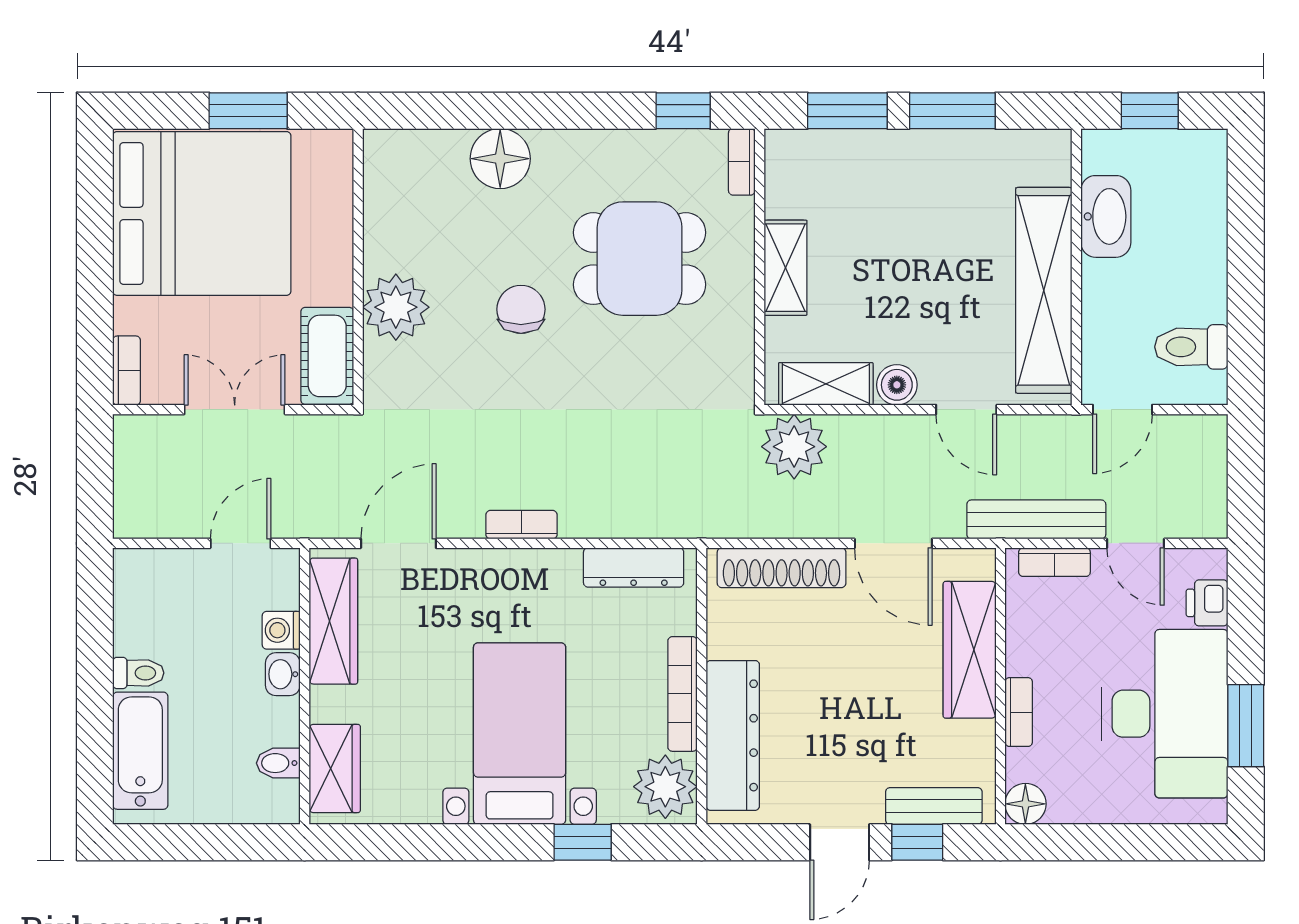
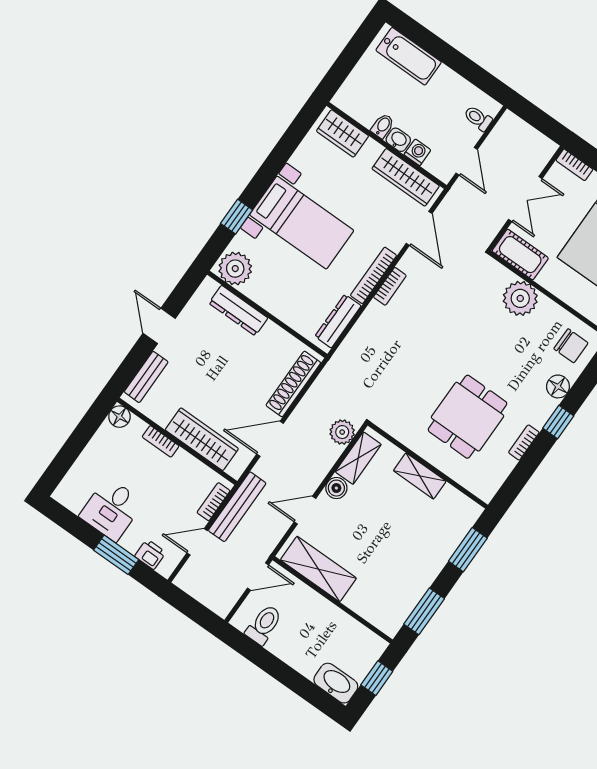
window: (683, 111) -> (558, 422), moved
window: (952, 111) -> (424, 611), moved
floor lamp: (500, 159) -> (558, 386), width x0.73, depth x0.73
bookcase: (742, 162) -> (524, 442), moved, turned -90
washbasin: (1106, 216) -> (336, 683), moved, turned 180
shelving: (1044, 290) -> (318, 569), width x0.68
chair: (521, 309) -> (571, 346), moved
door: (1123, 410) -> (258, 577), swing flipped
plant: (794, 447) -> (342, 432), width x0.73, depth x0.73
toilet: (138, 673) -> (478, 118), moved, turned 90
bookcase: (682, 694) -> (374, 275), moved, turned -90
desk: (1165, 714) -> (111, 509), width x0.53, depth x0.77
window: (1246, 726) -> (116, 555), moved
dresser: (733, 735) -> (238, 310), width x0.73, depth x0.80
bidet: (278, 763) -> (383, 126), moved
window: (917, 842) -> (136, 359), removed

